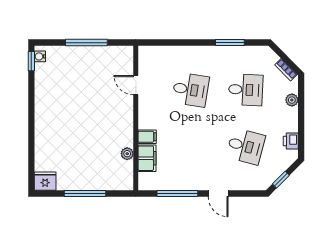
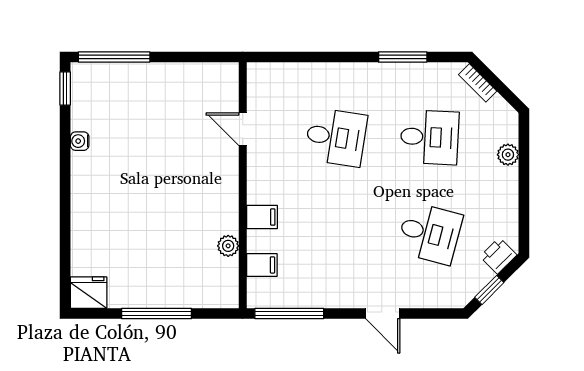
window: (86, 43) -> (114, 57), moved
water cooler: (40, 56) -> (80, 141), moved
bookcase: (286, 70) -> (478, 83), moved
printer: (291, 141) -> (498, 256), moved, turned 45
filing cabinet: (147, 158) -> (262, 265), width x0.50
window: (177, 193) -> (289, 314), moved

